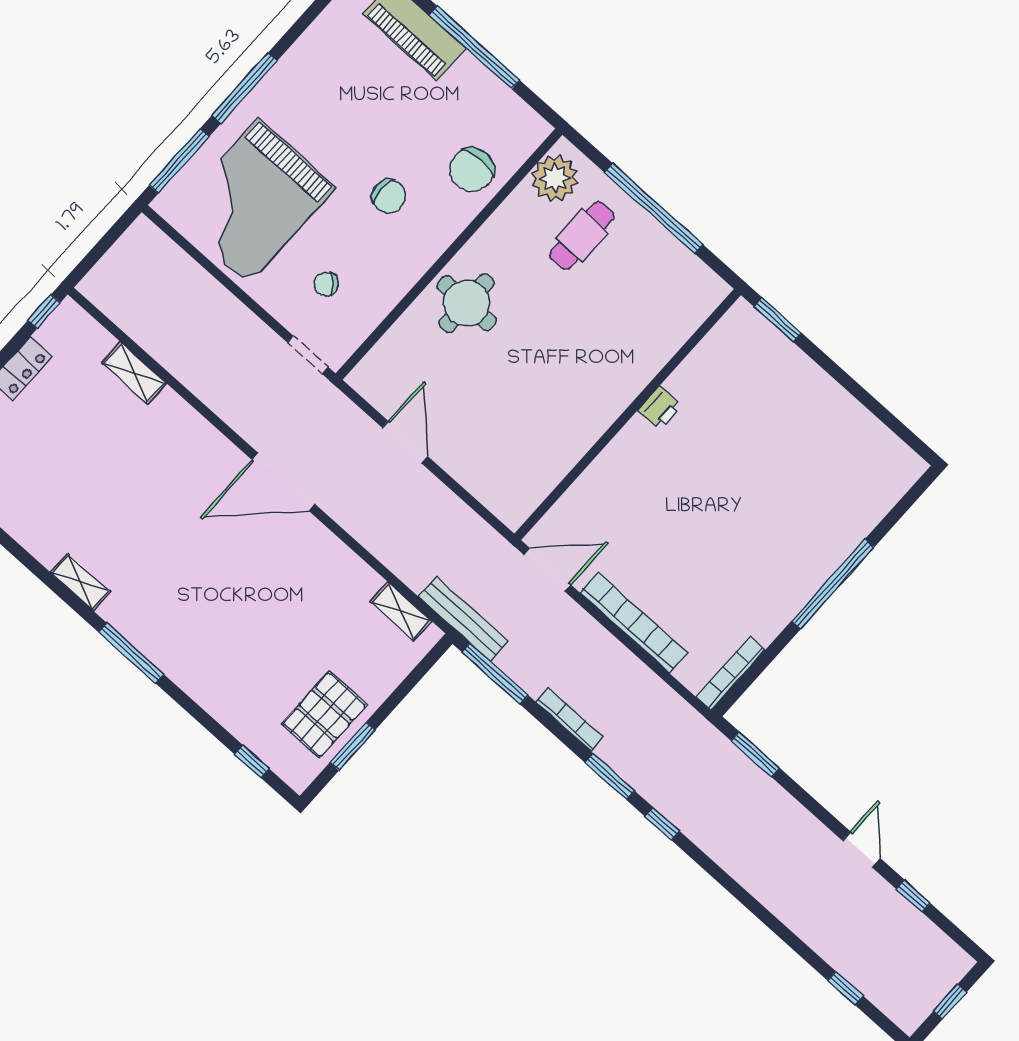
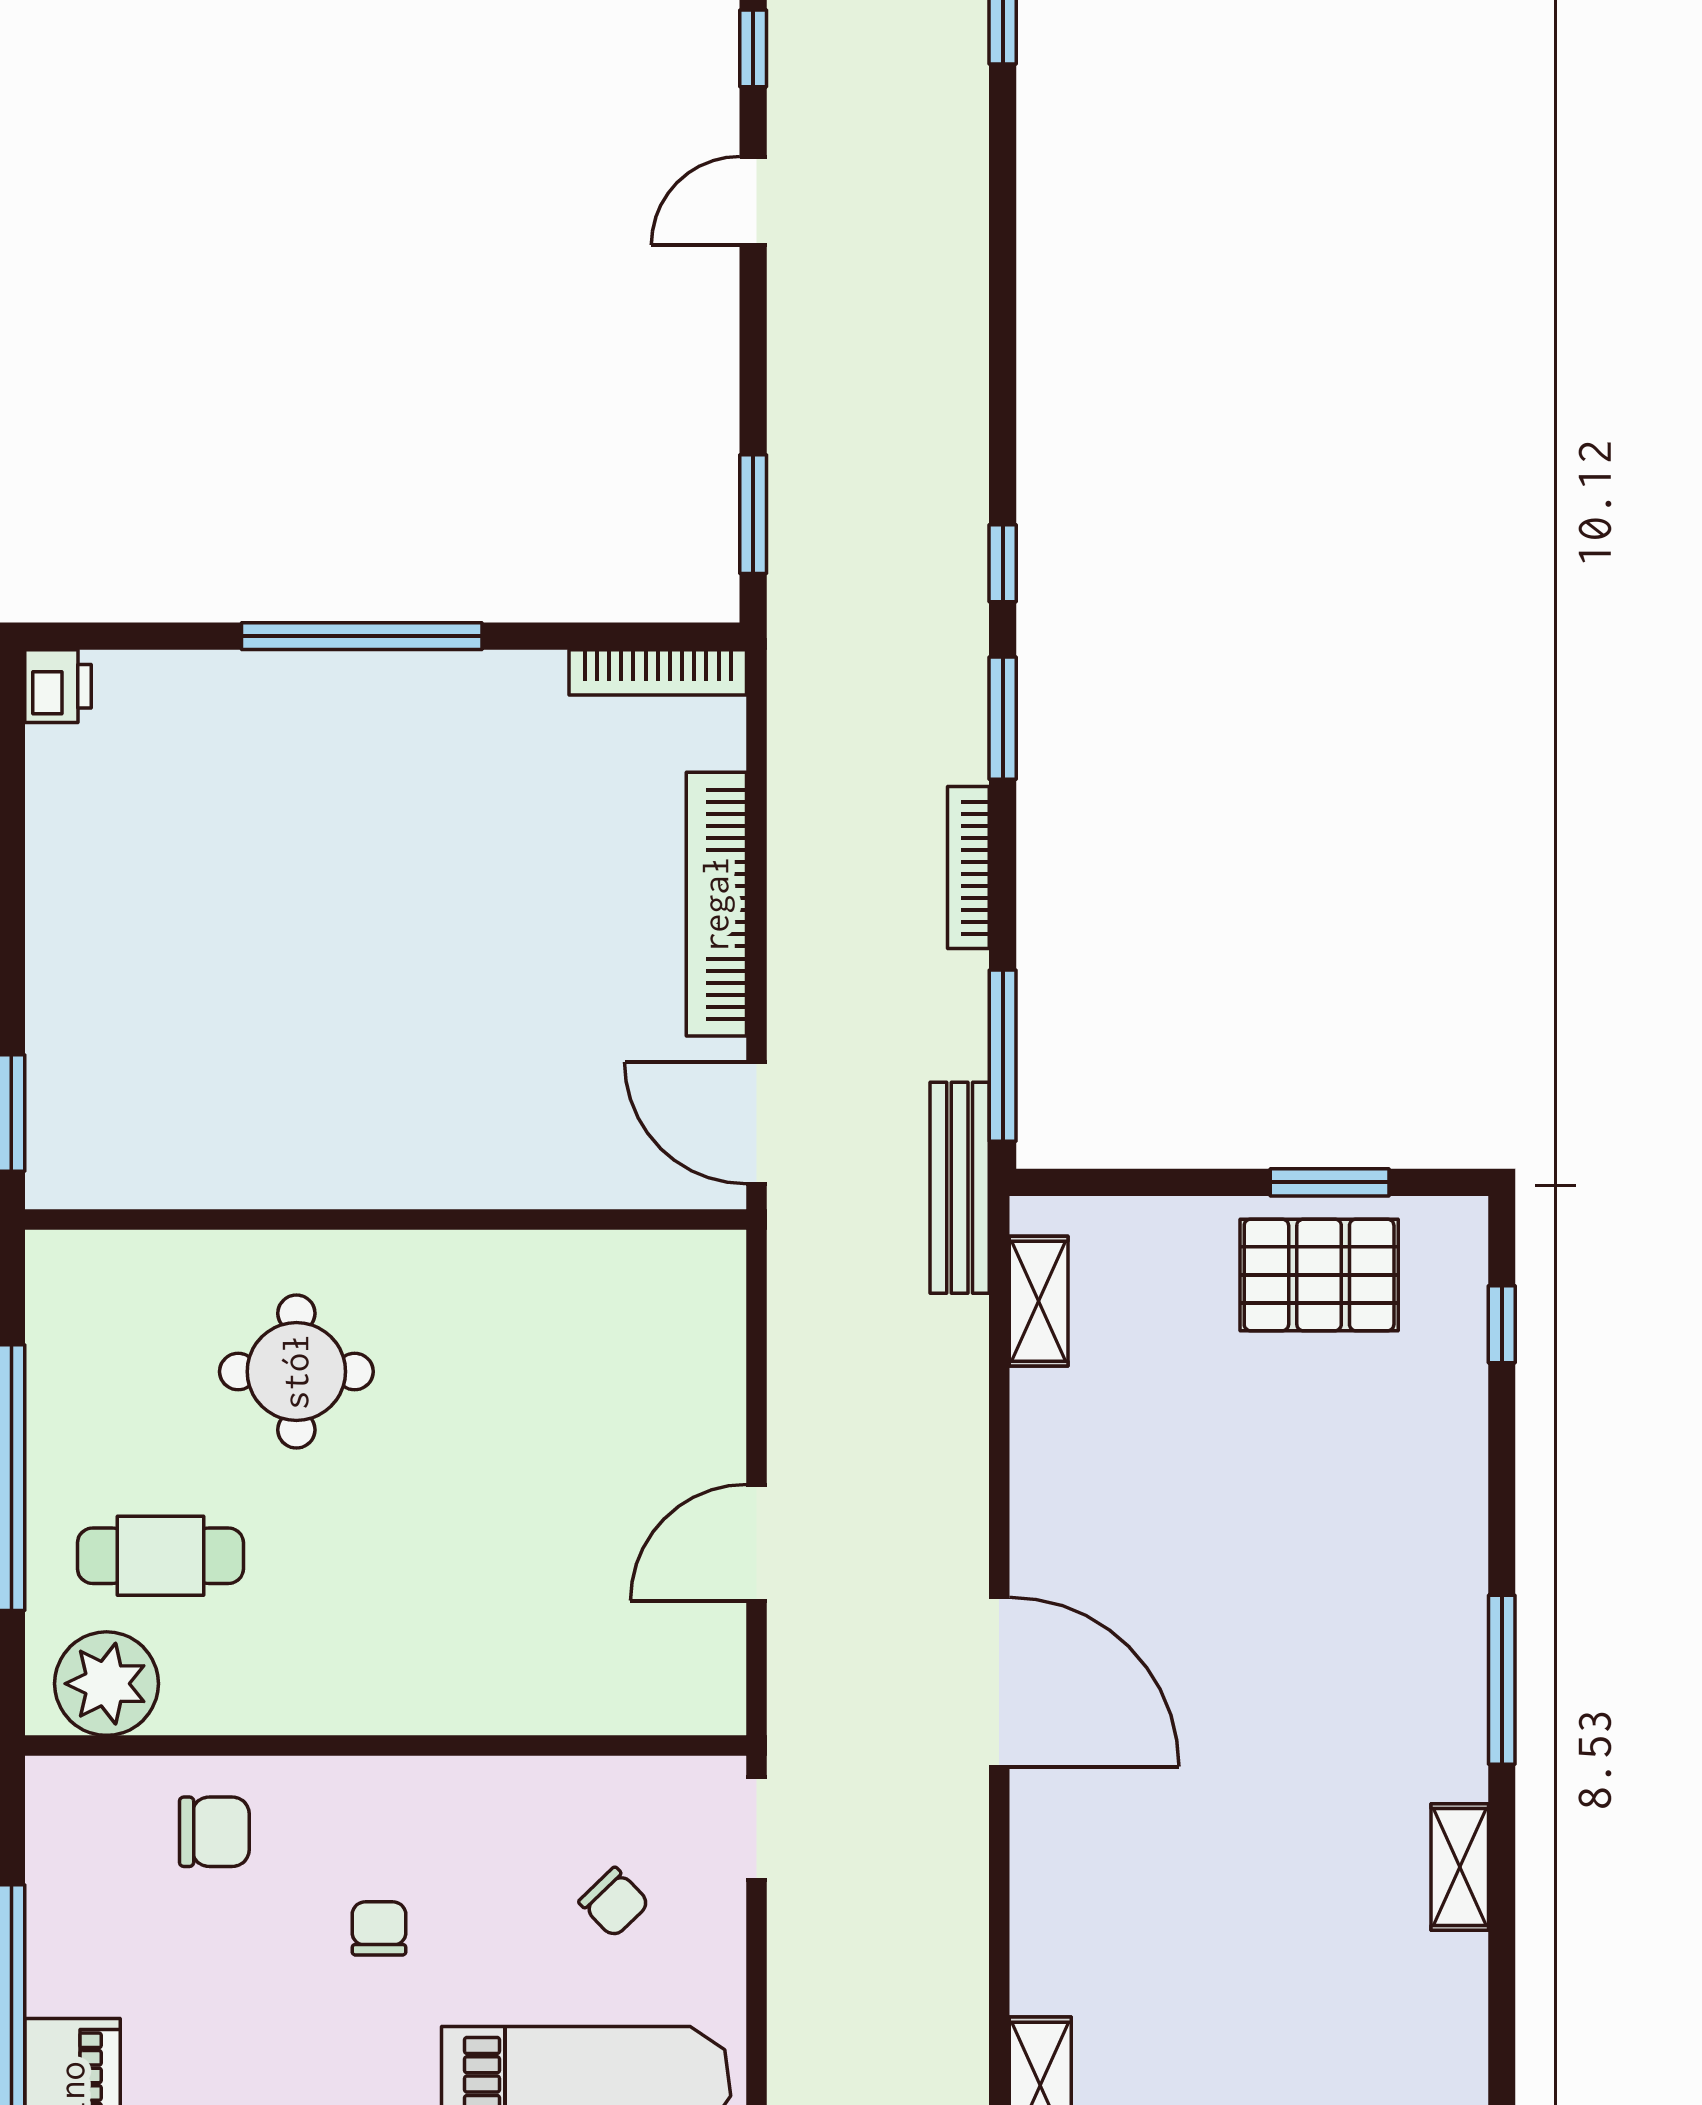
chair: (472, 170) -> (214, 1832), width x0.73, depth x0.73
chair: (389, 196) -> (379, 1928), width x0.73, depth x0.73
round table: (467, 303) -> (296, 1372), moved
printer: (660, 408) -> (58, 686), moved, turned 90

